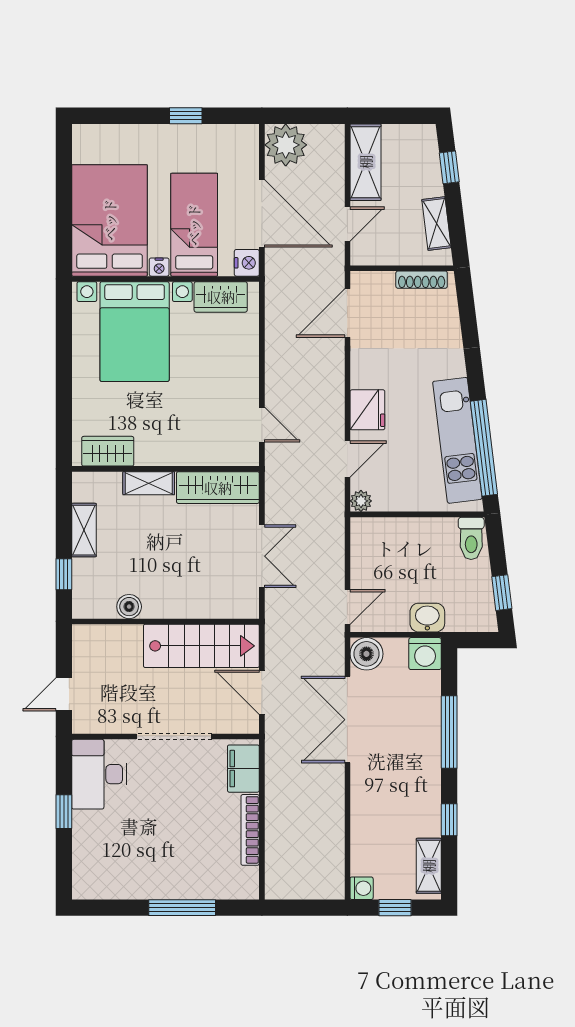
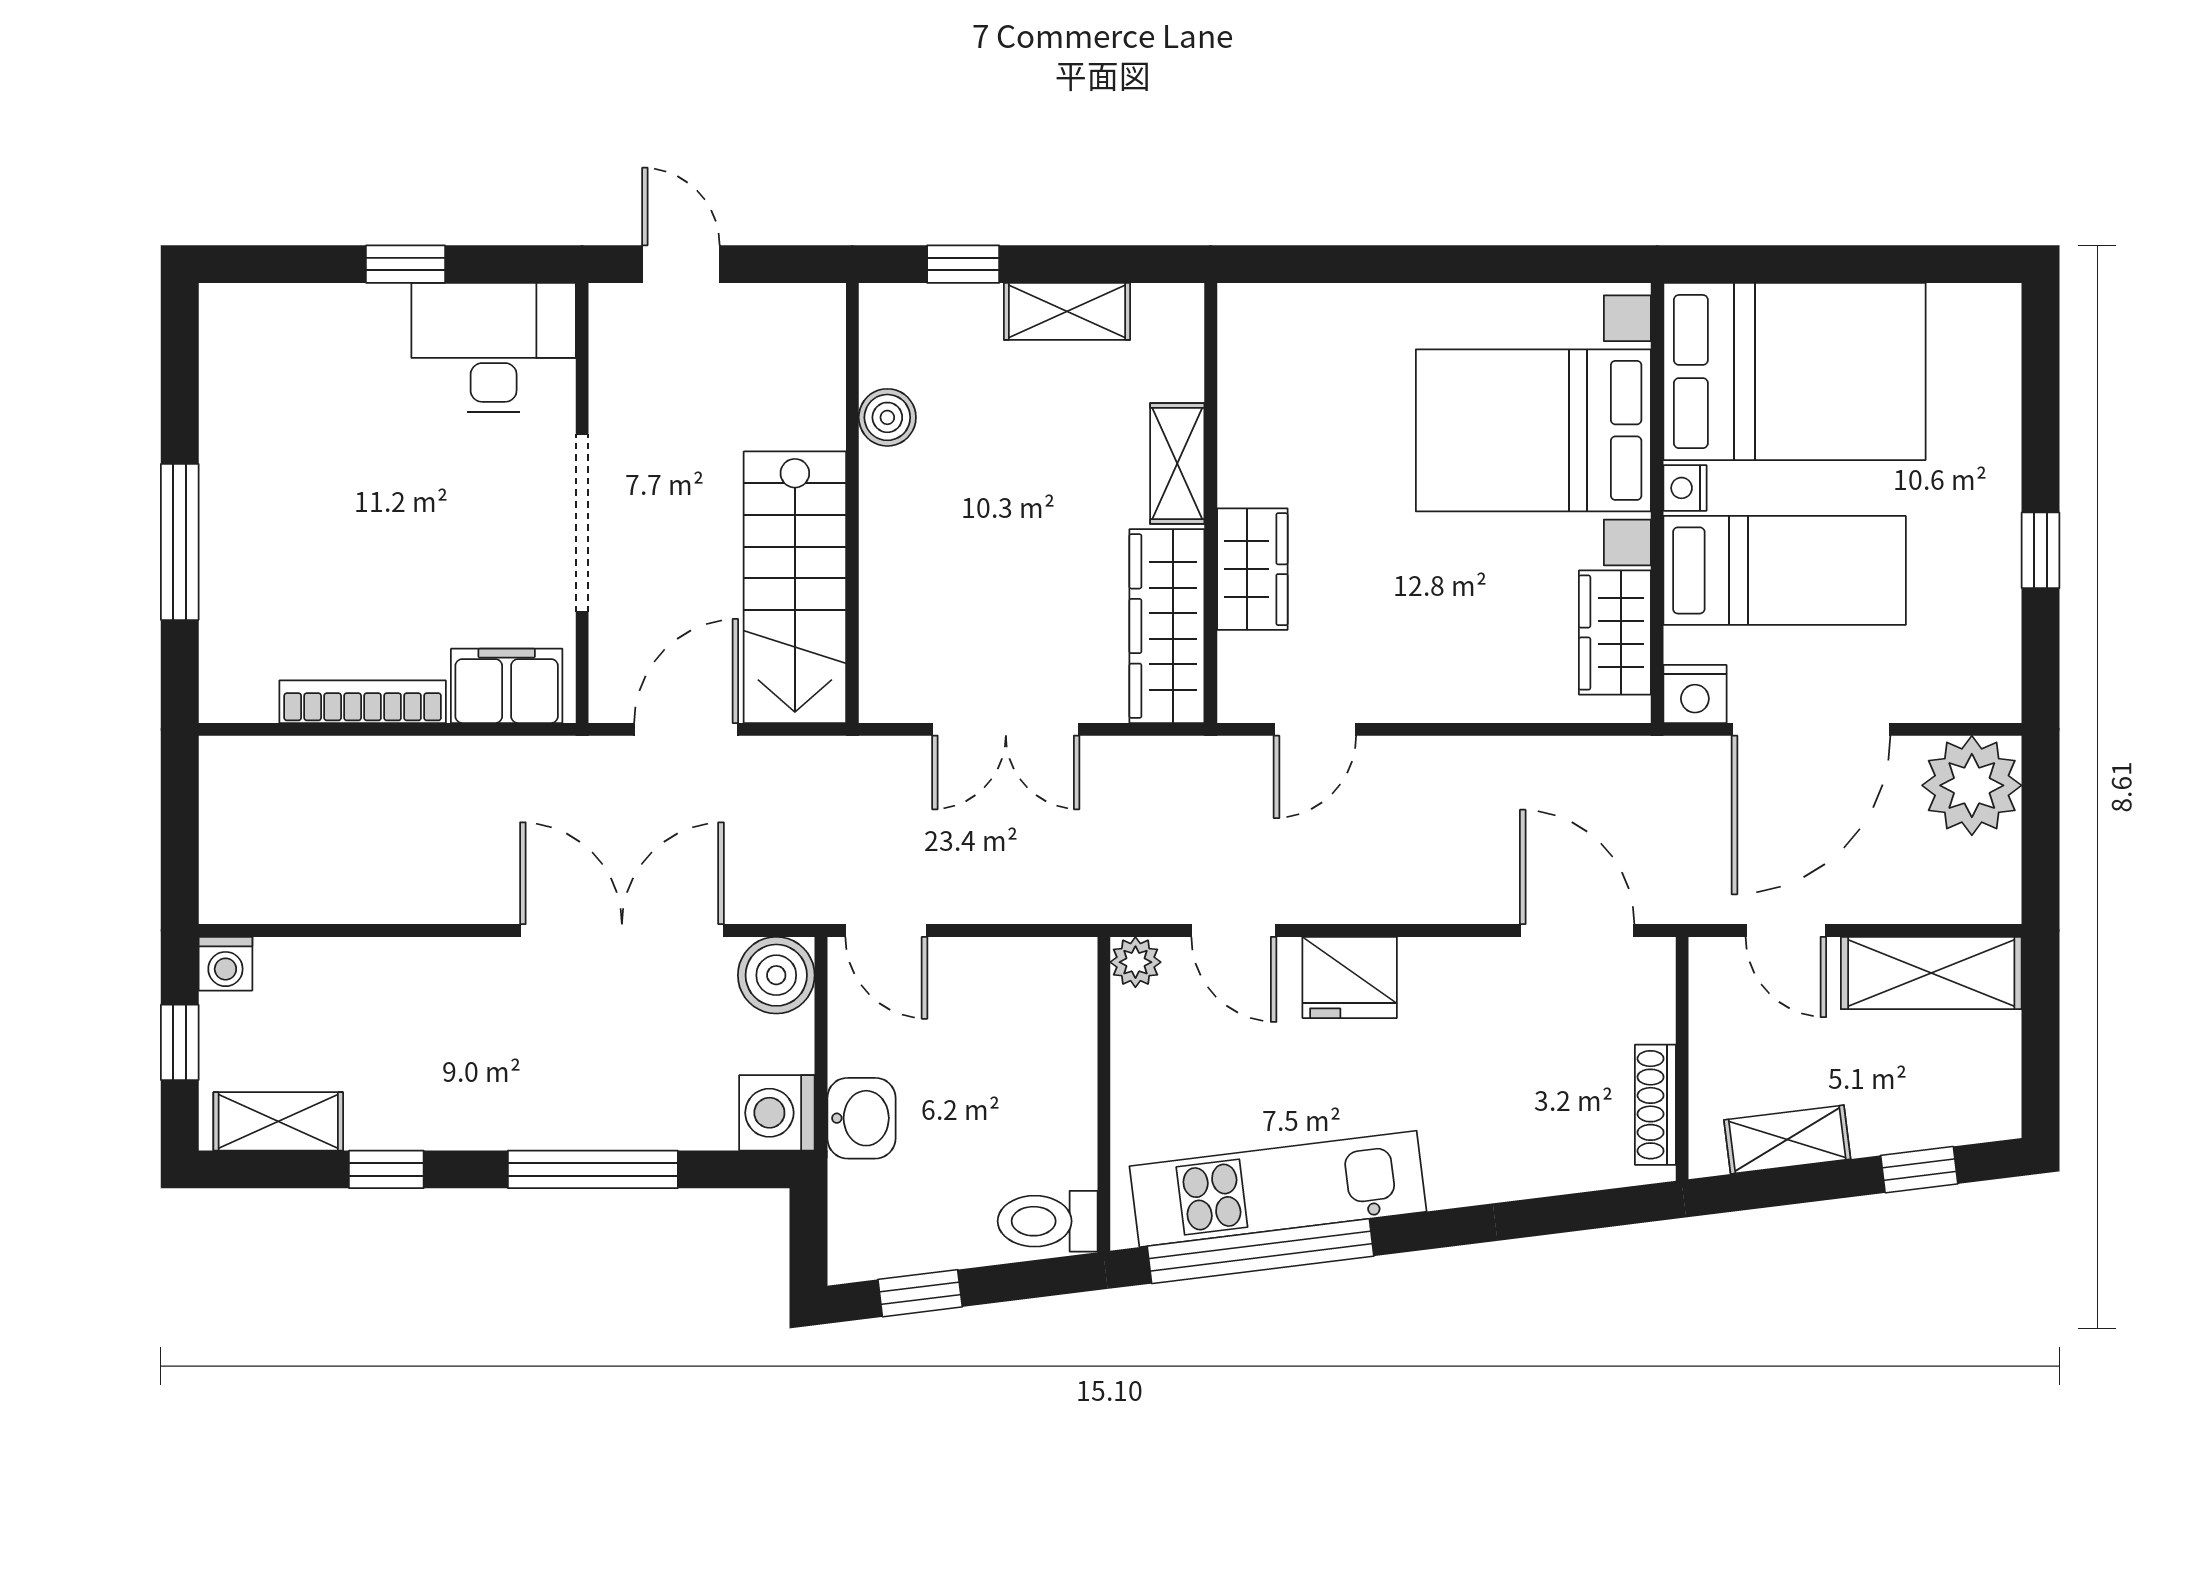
wardrobe: (108, 451) -> (1252, 569), moved

